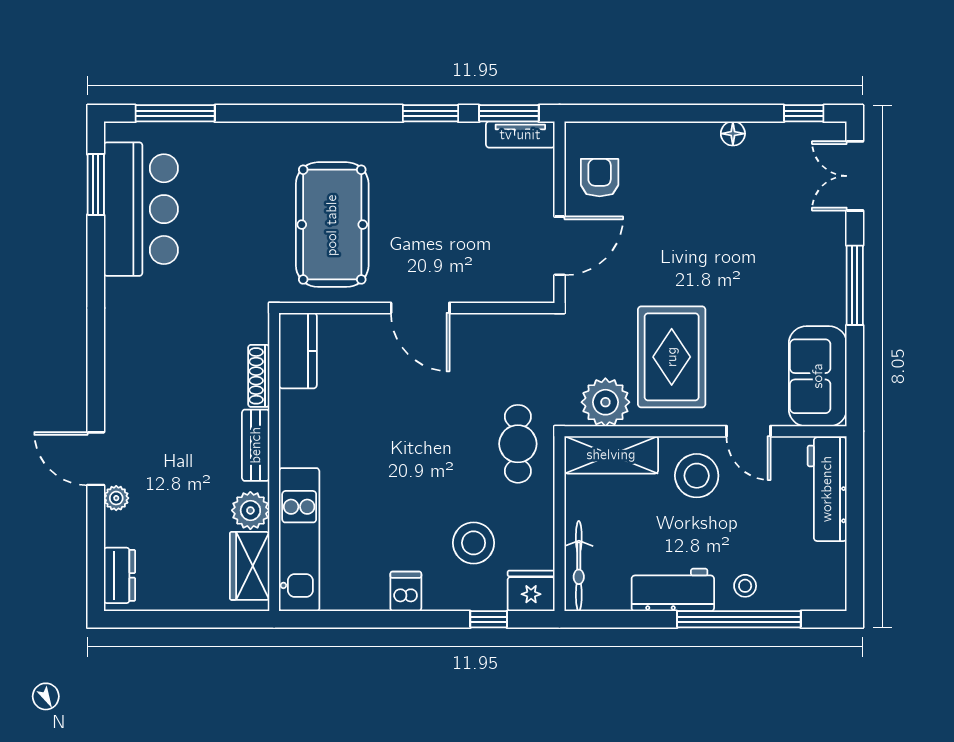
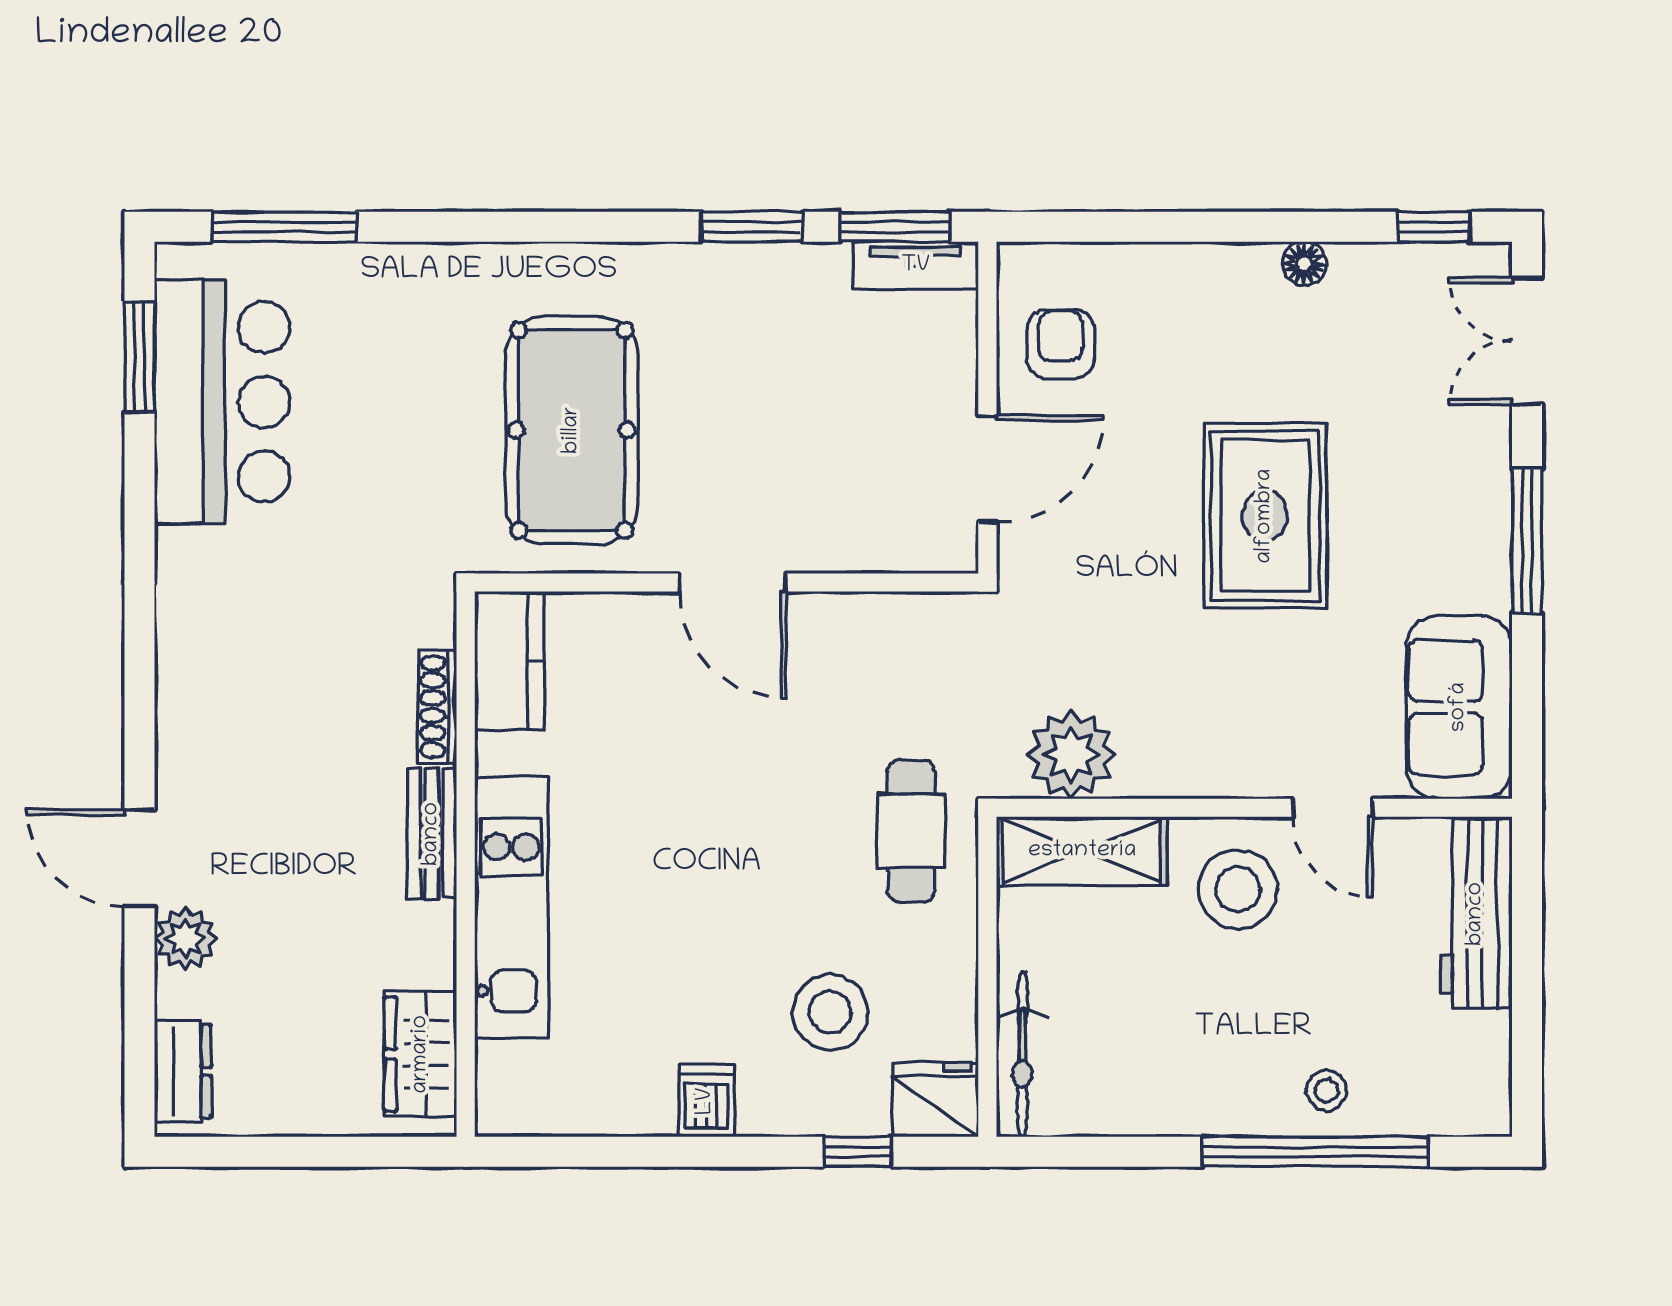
rug: (672, 357) -> (1265, 516), moved
plant: (116, 498) -> (185, 939), width x1.38, depth x1.38
plant: (250, 510) -> (422, 953), removed
kitchen unit: (299, 540) -> (511, 907), moved
workbench: (673, 590) -> (1194, 1098), removed

